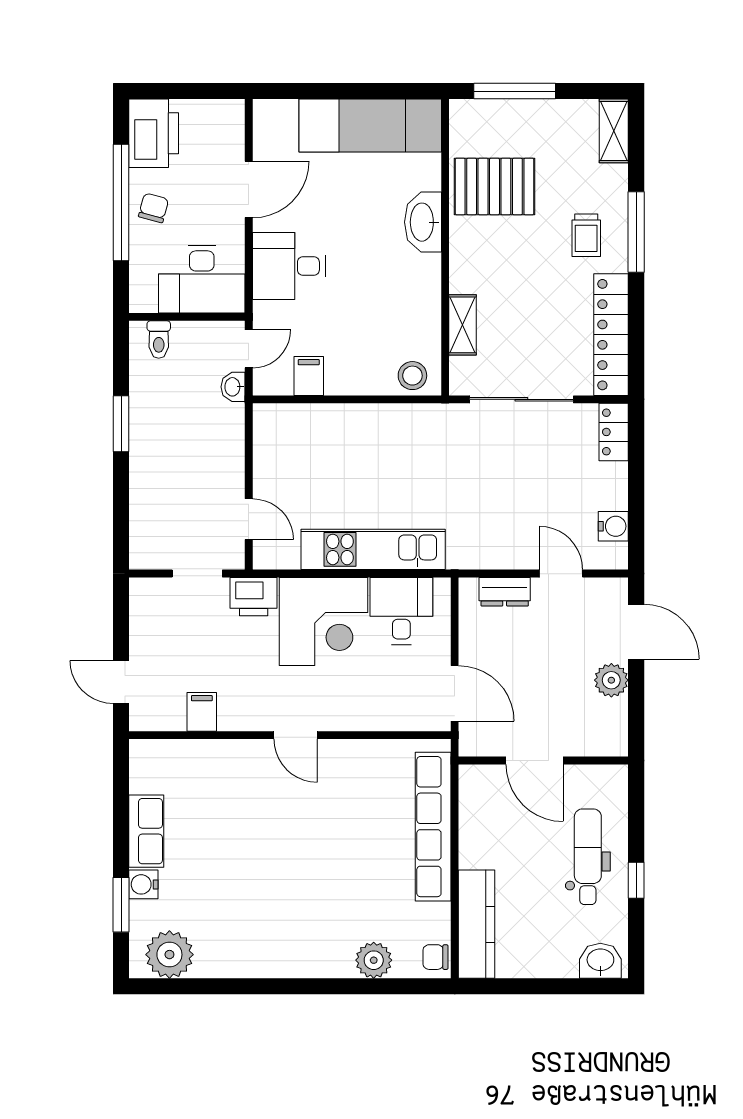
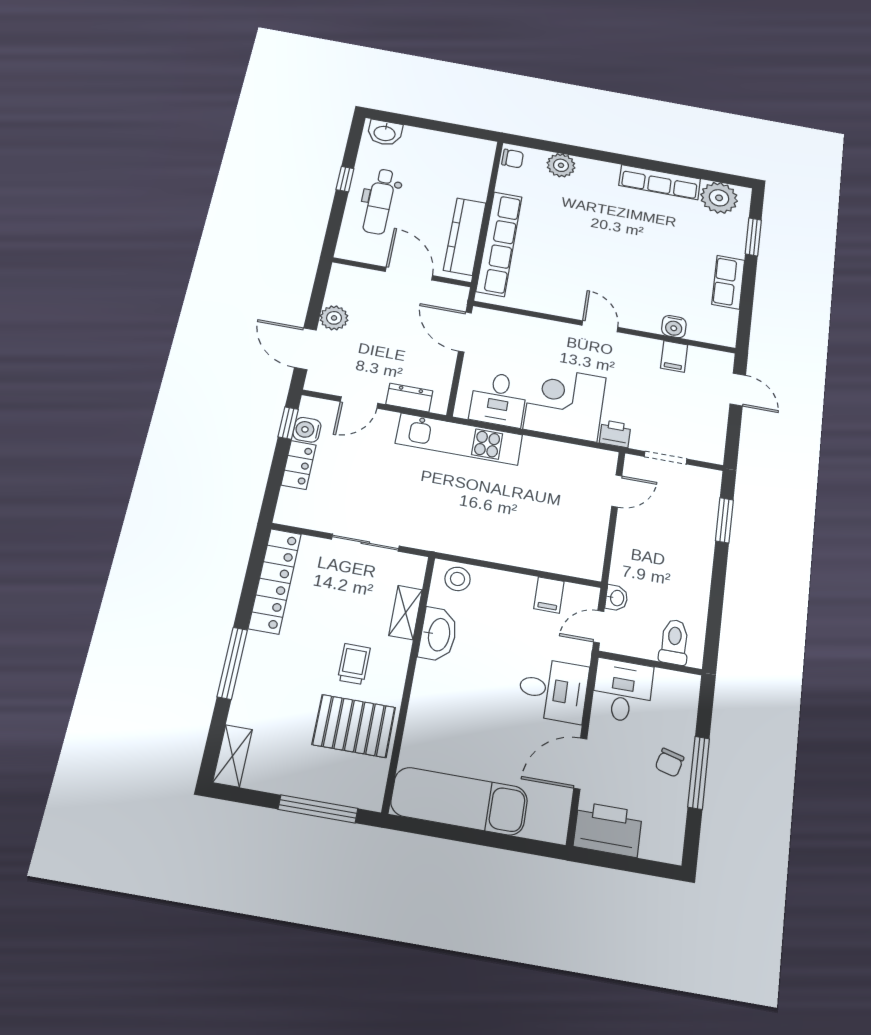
printer: (154, 133) -> (608, 829), moved, turned 90
window: (121, 203) -> (699, 773), width x0.68
washbasin: (423, 222) -> (438, 634), moved
trolley: (586, 235) -> (354, 664), moved
desk: (202, 279) -> (623, 691), width x0.73
toilet: (159, 340) -> (674, 642), width x1.37, depth x1.39
sliding door: (521, 399) -> (365, 543), width x0.73
window: (121, 424) -> (724, 520), moved
locker: (614, 432) -> (299, 465), moved
door: (249, 519) -> (617, 491), swing flipped
window: (636, 531) -> (288, 423), added
kitchen unit: (373, 549) -> (459, 439), moved
door: (561, 574) -> (359, 402), hinge flipped
printer: (254, 597) -> (615, 434), width x0.73, depth x0.81
water cooler: (143, 884) -> (674, 327), moved, turned 90
kitchen counter: (477, 924) -> (465, 236), moved
row of seats: (247, 962) -> (660, 182), added

